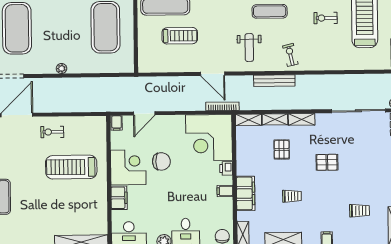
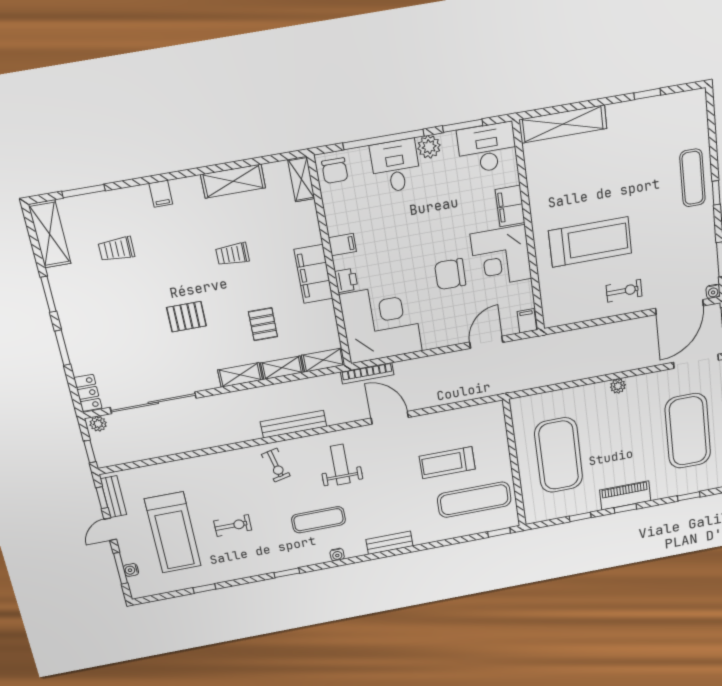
filing cabinet: (246, 193) -> (314, 274), moved

